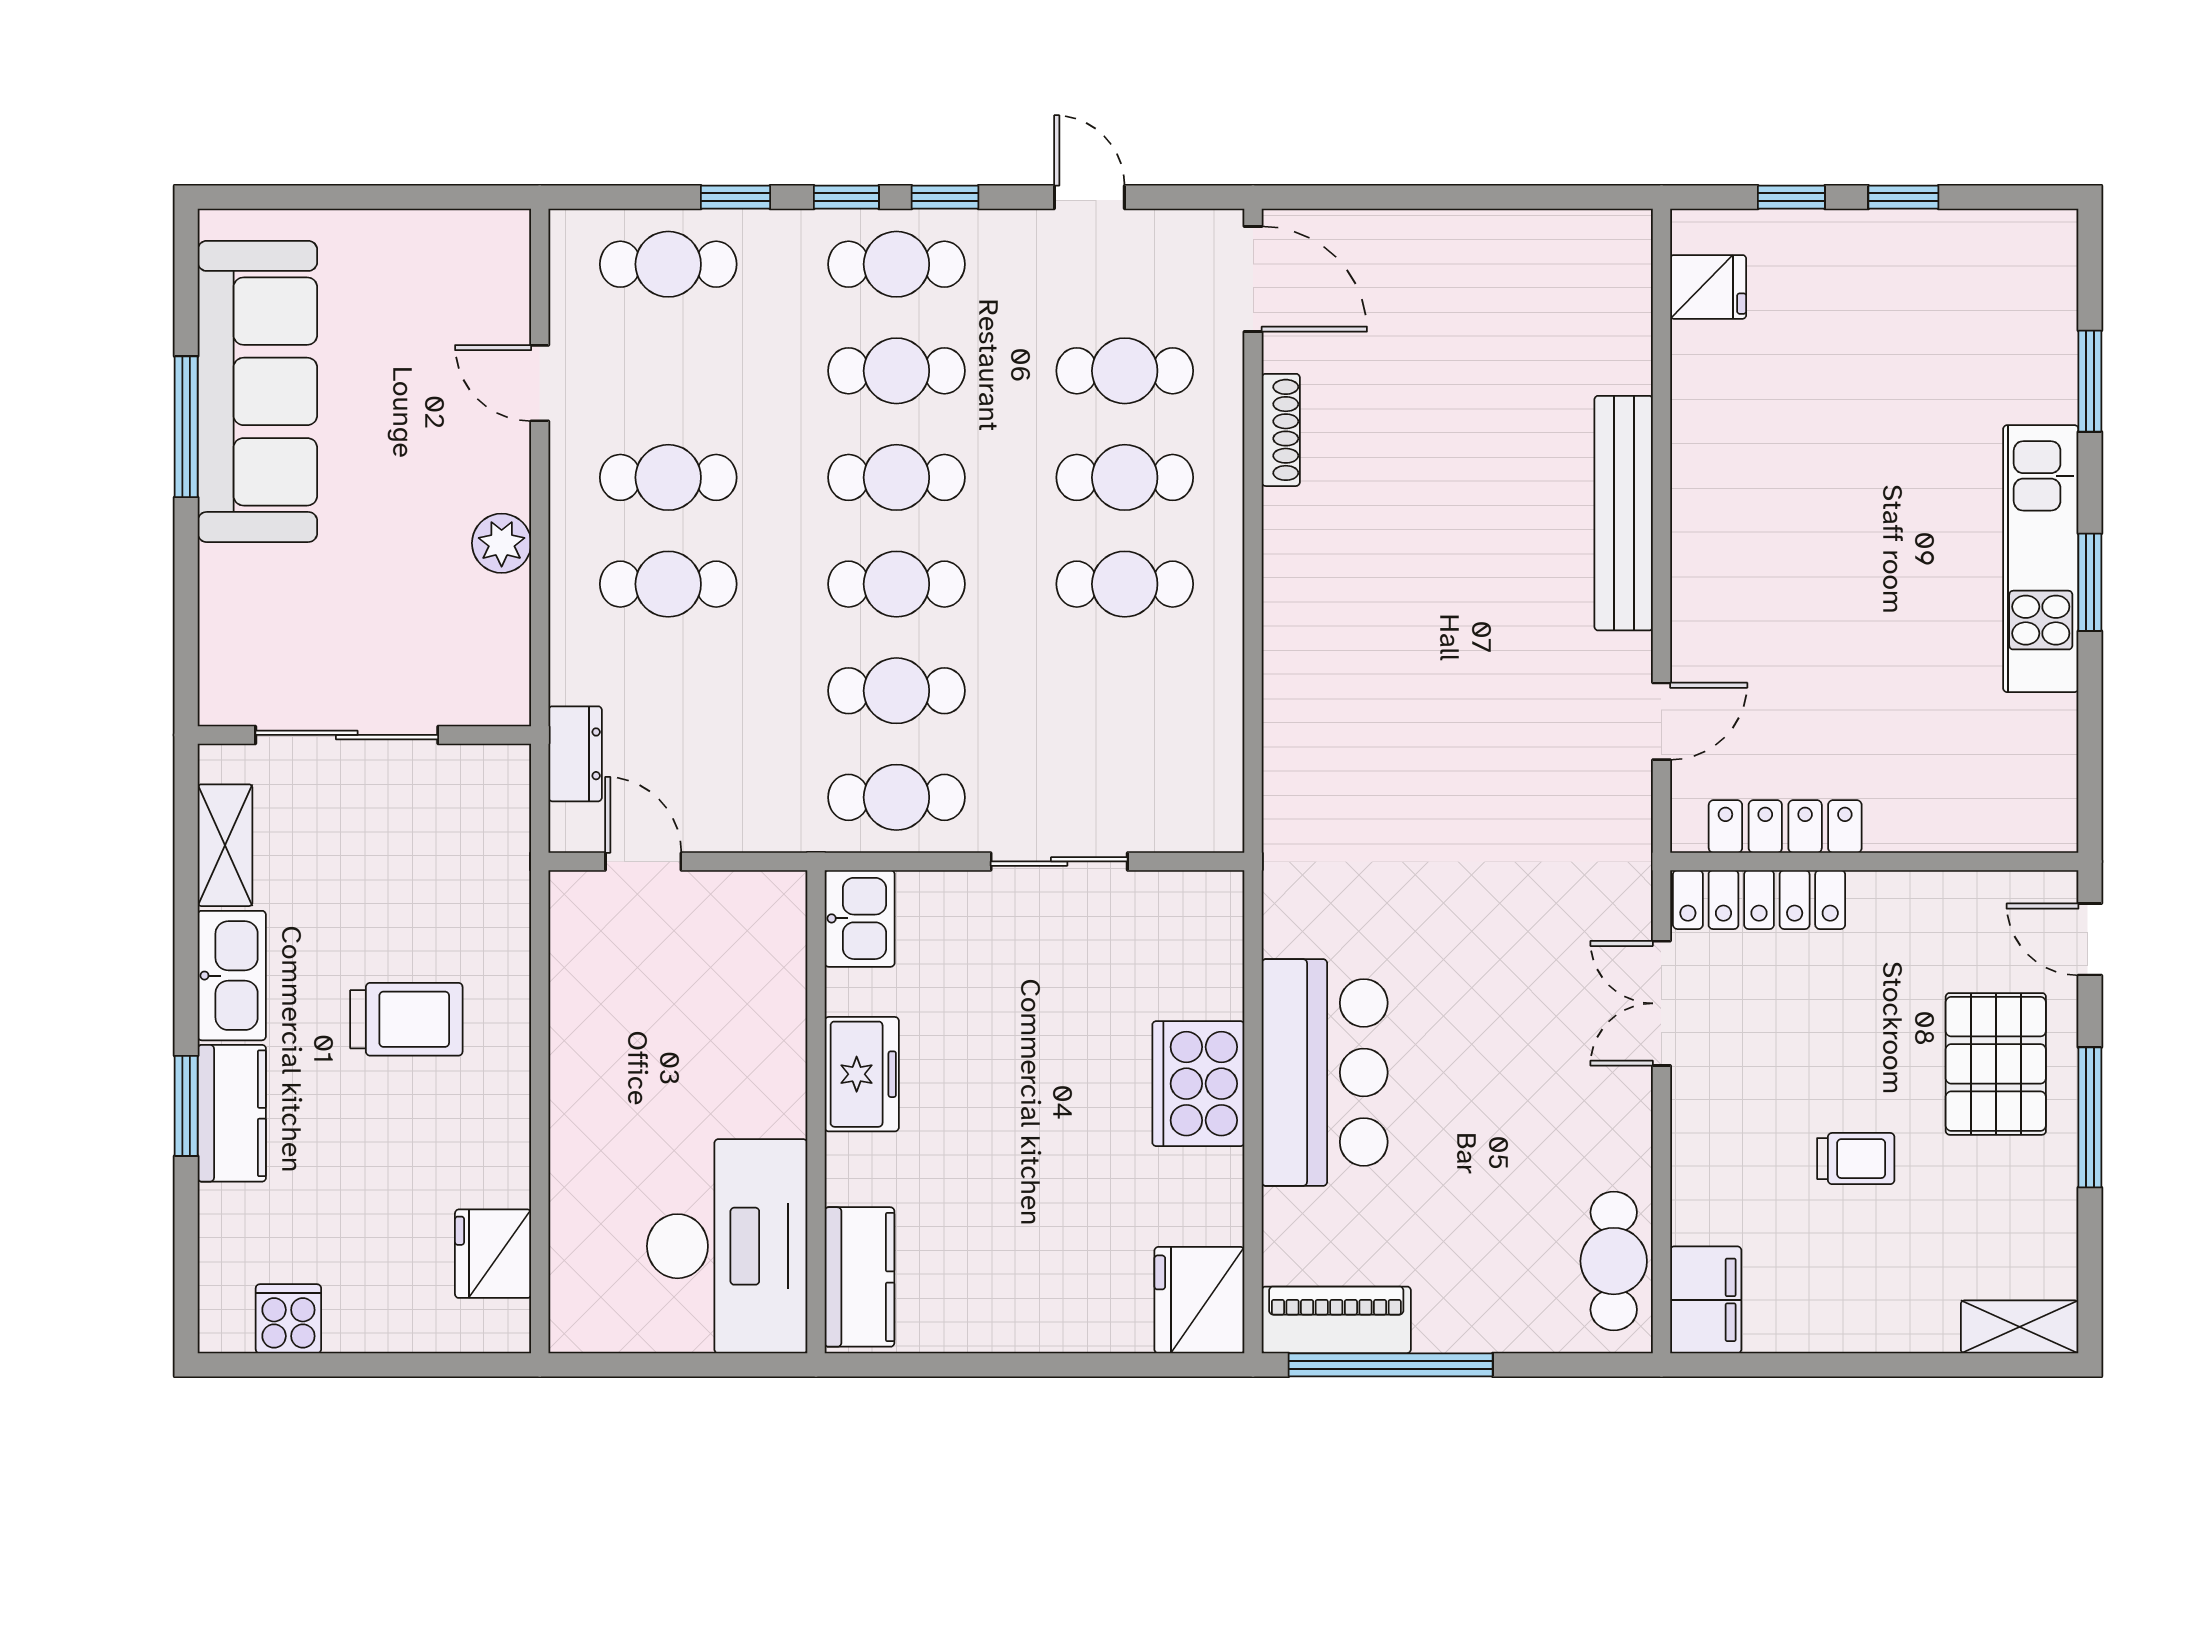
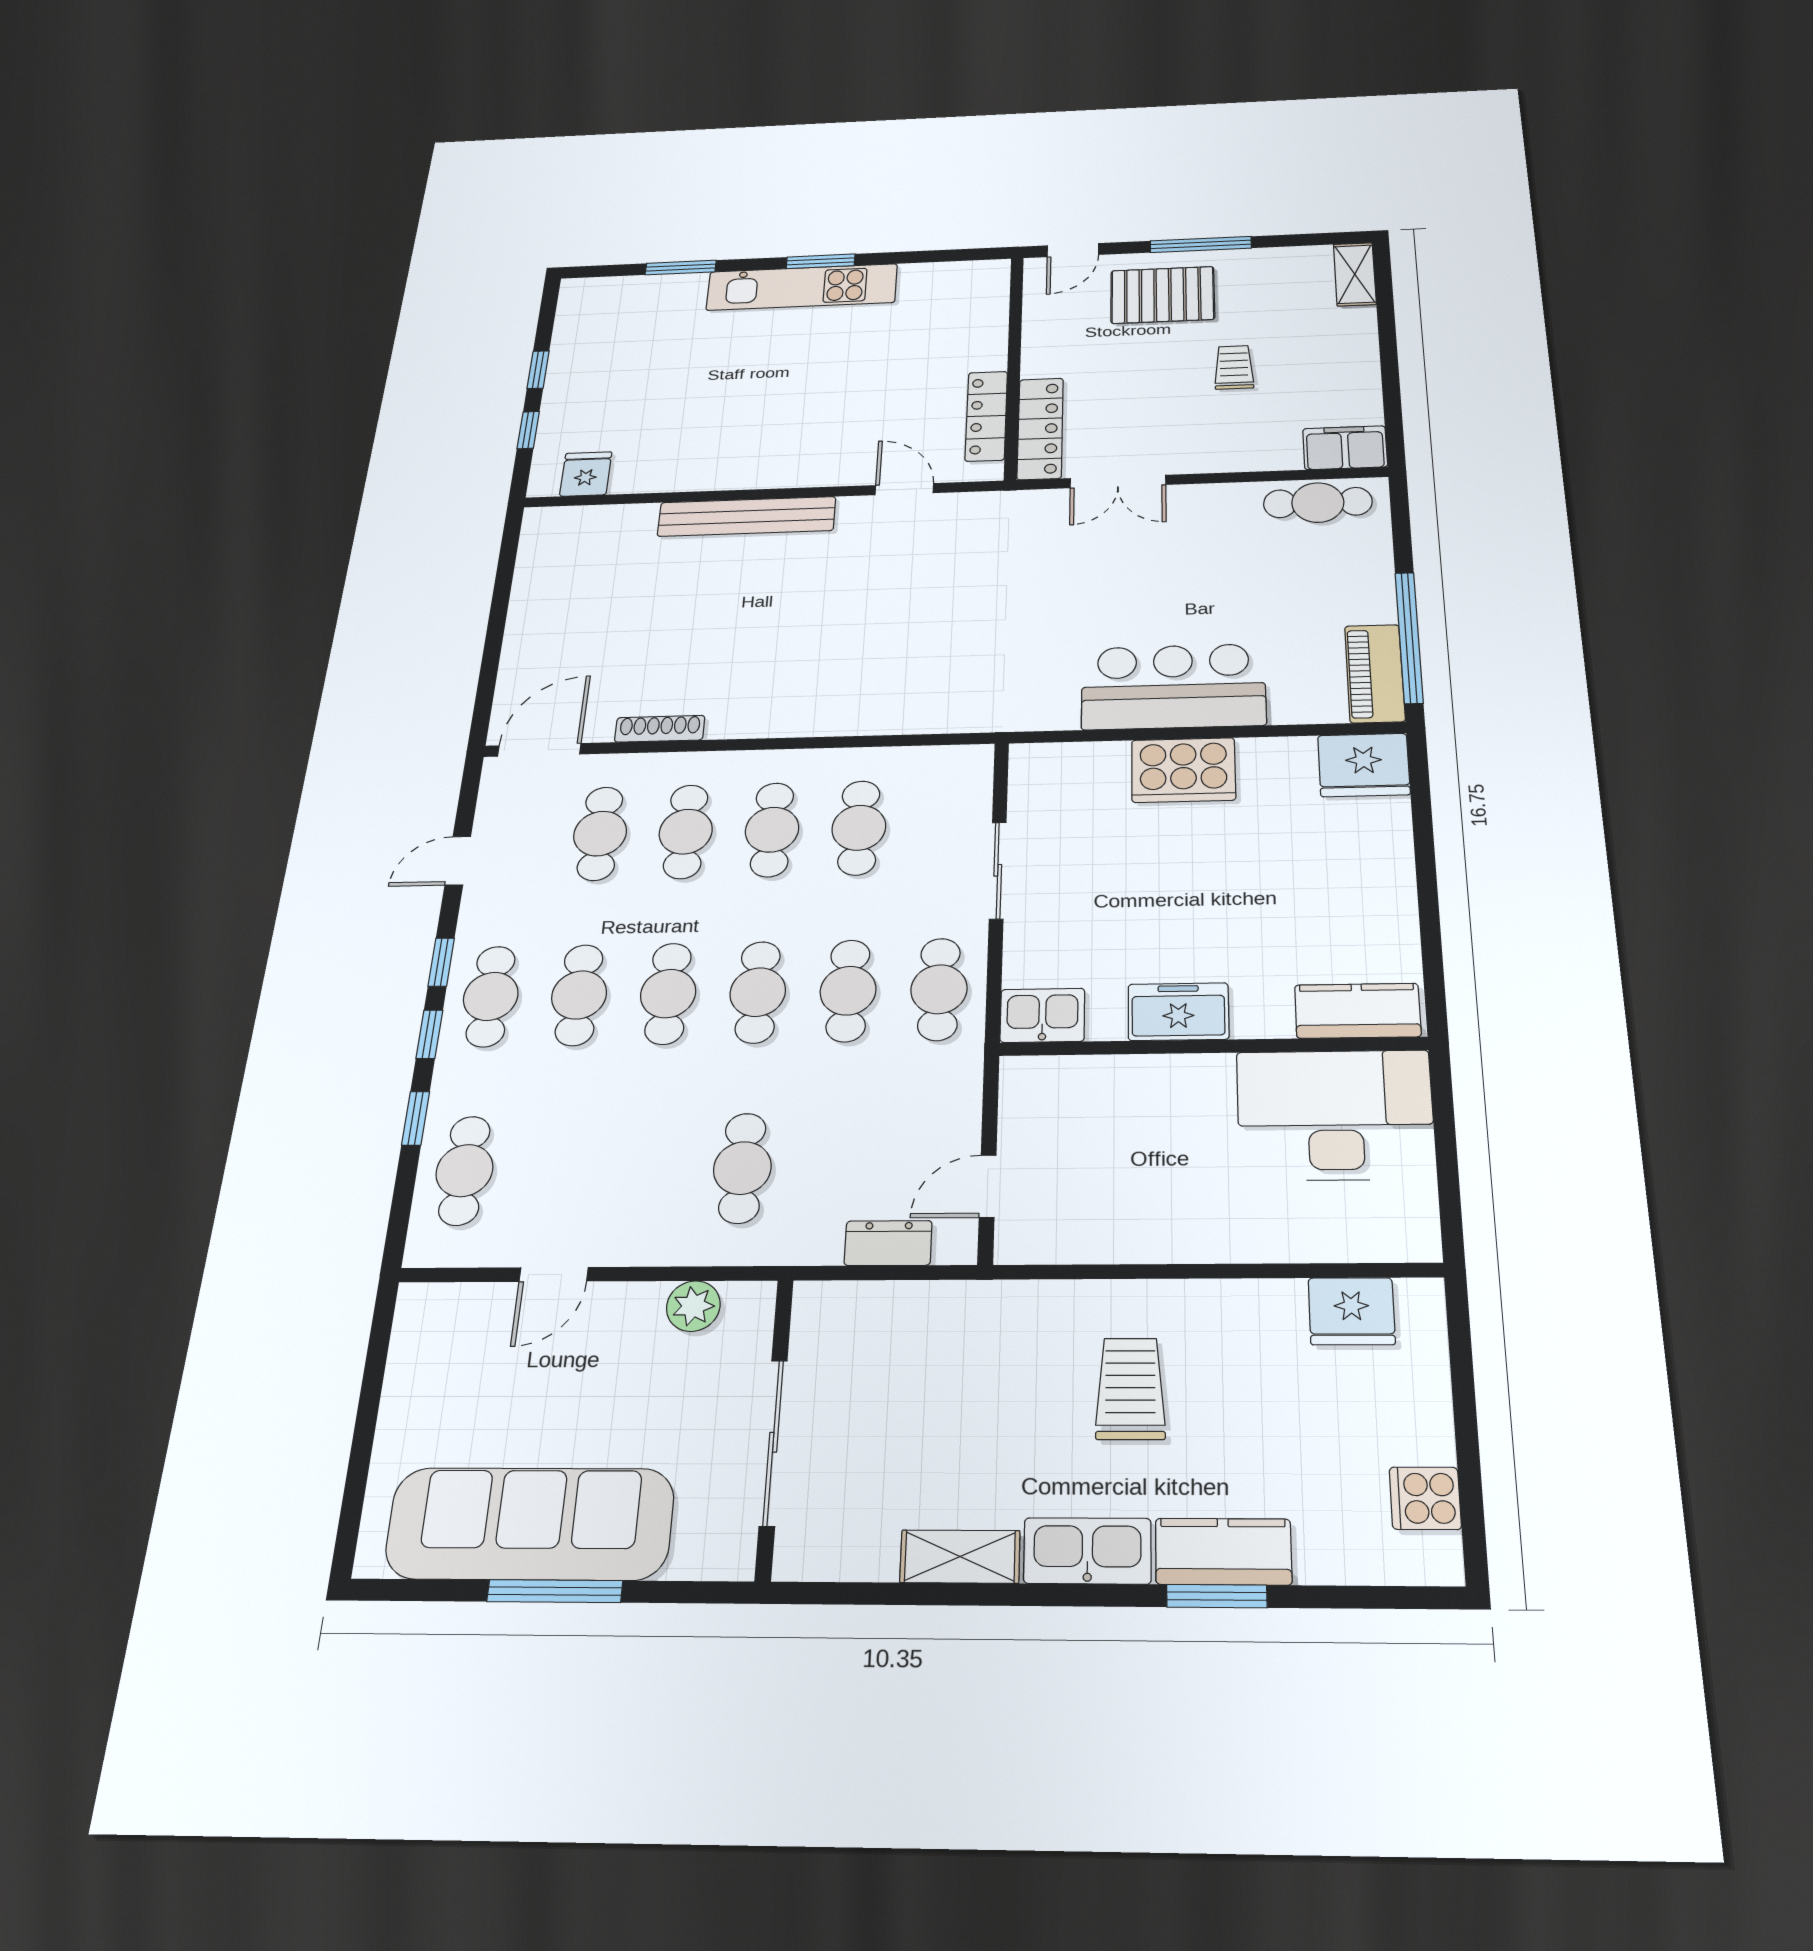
cafe table: (668, 477) -> (859, 828), moved
sliding door: (347, 735) -> (773, 1442), moved
wall: (364, 735) -> (774, 1426), moved

